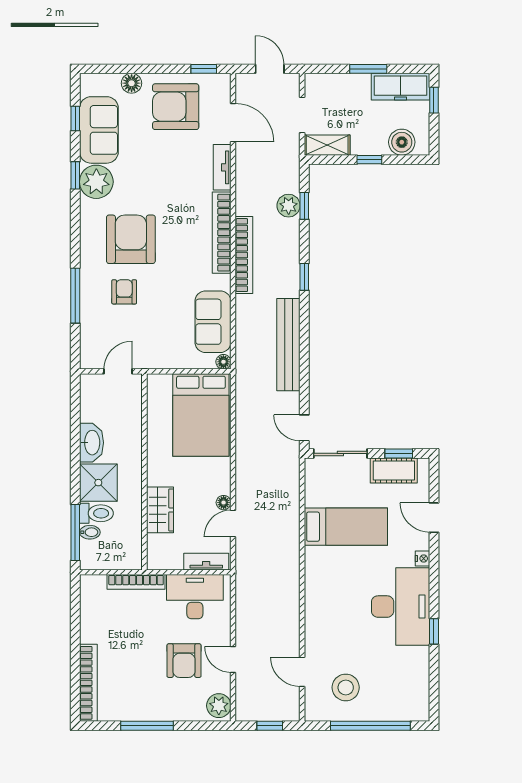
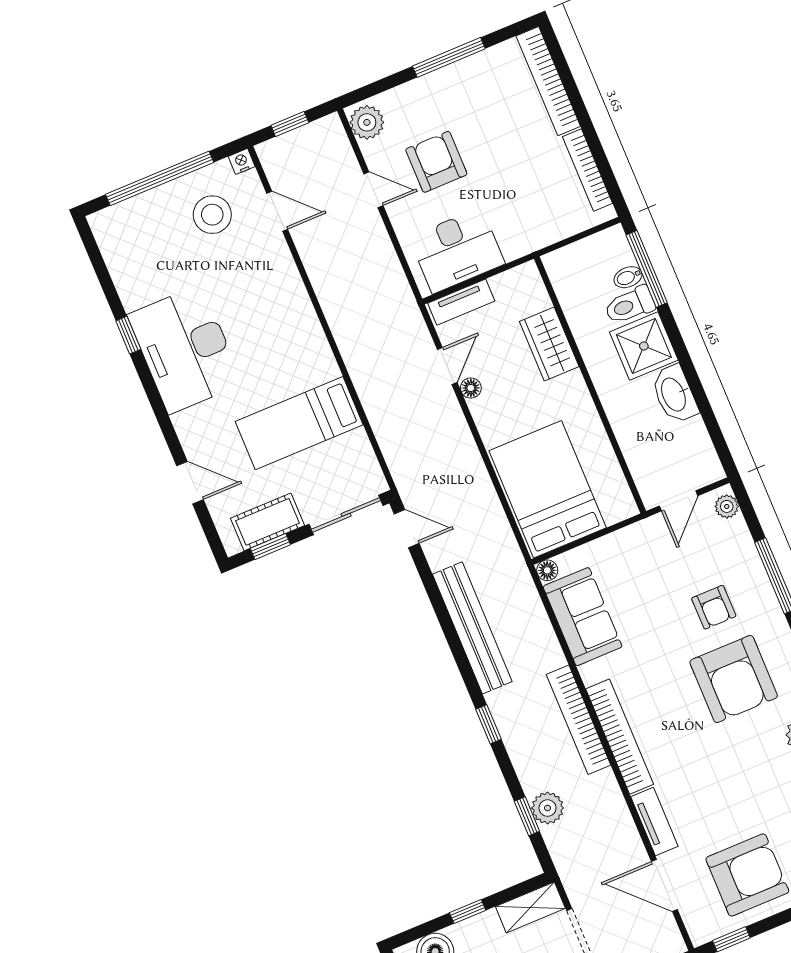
plant: (88, 354) -> (727, 506), added
nightstand: (423, 558) -> (242, 161), moved, turned 90
bookcase: (136, 582) -> (588, 170), moved, turned -90

